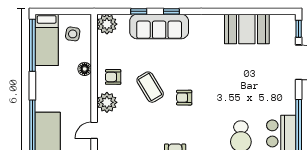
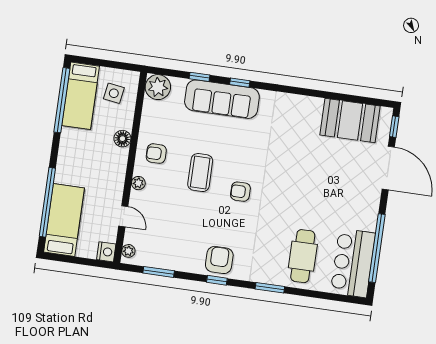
booth: (247, 29) -> (350, 121), moved
coffee table: (150, 87) -> (200, 173), turned 31
plant: (107, 102) -> (138, 183), width x0.53, depth x0.53
door: (94, 130) -> (123, 216), swing flipped

